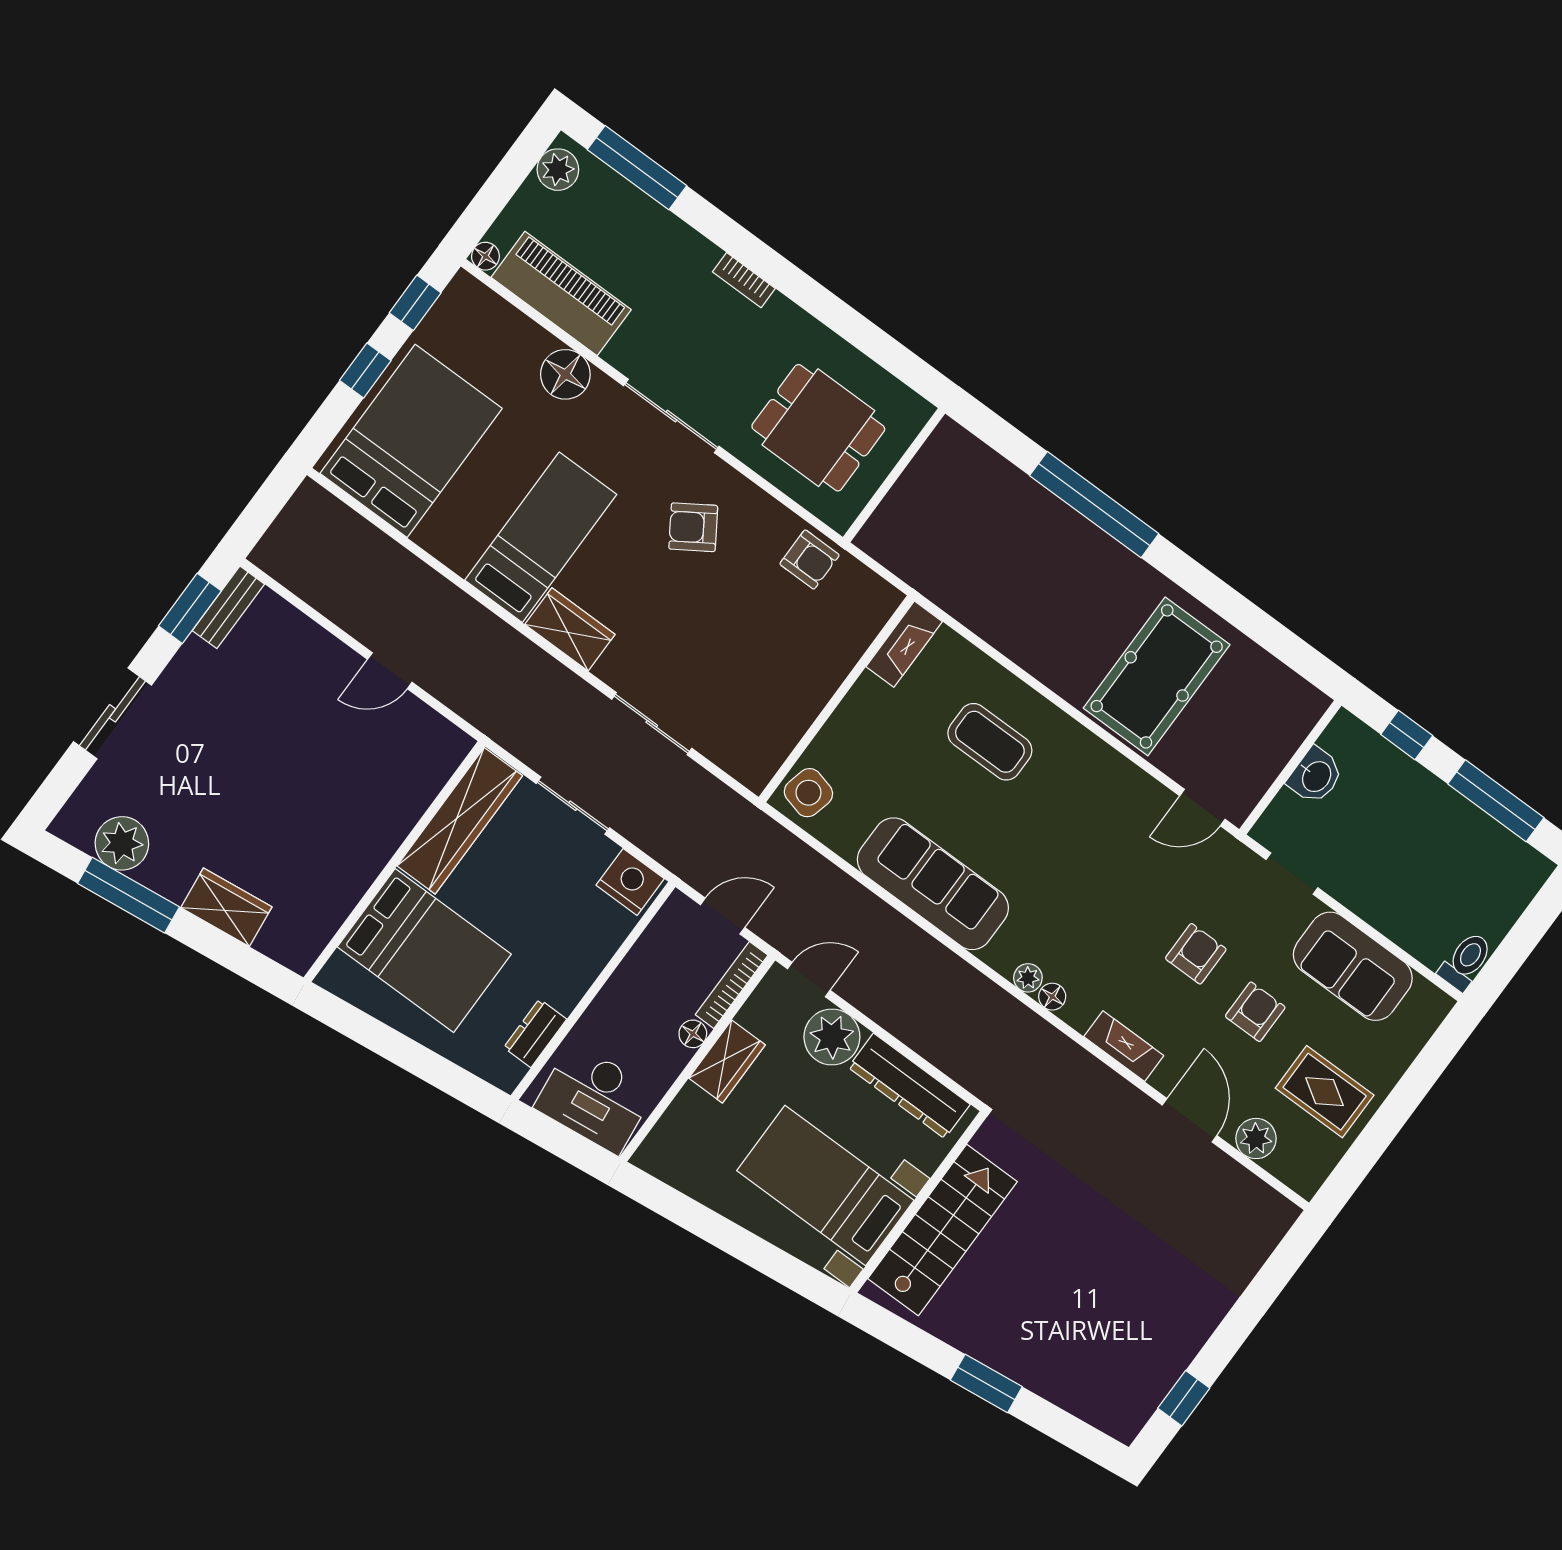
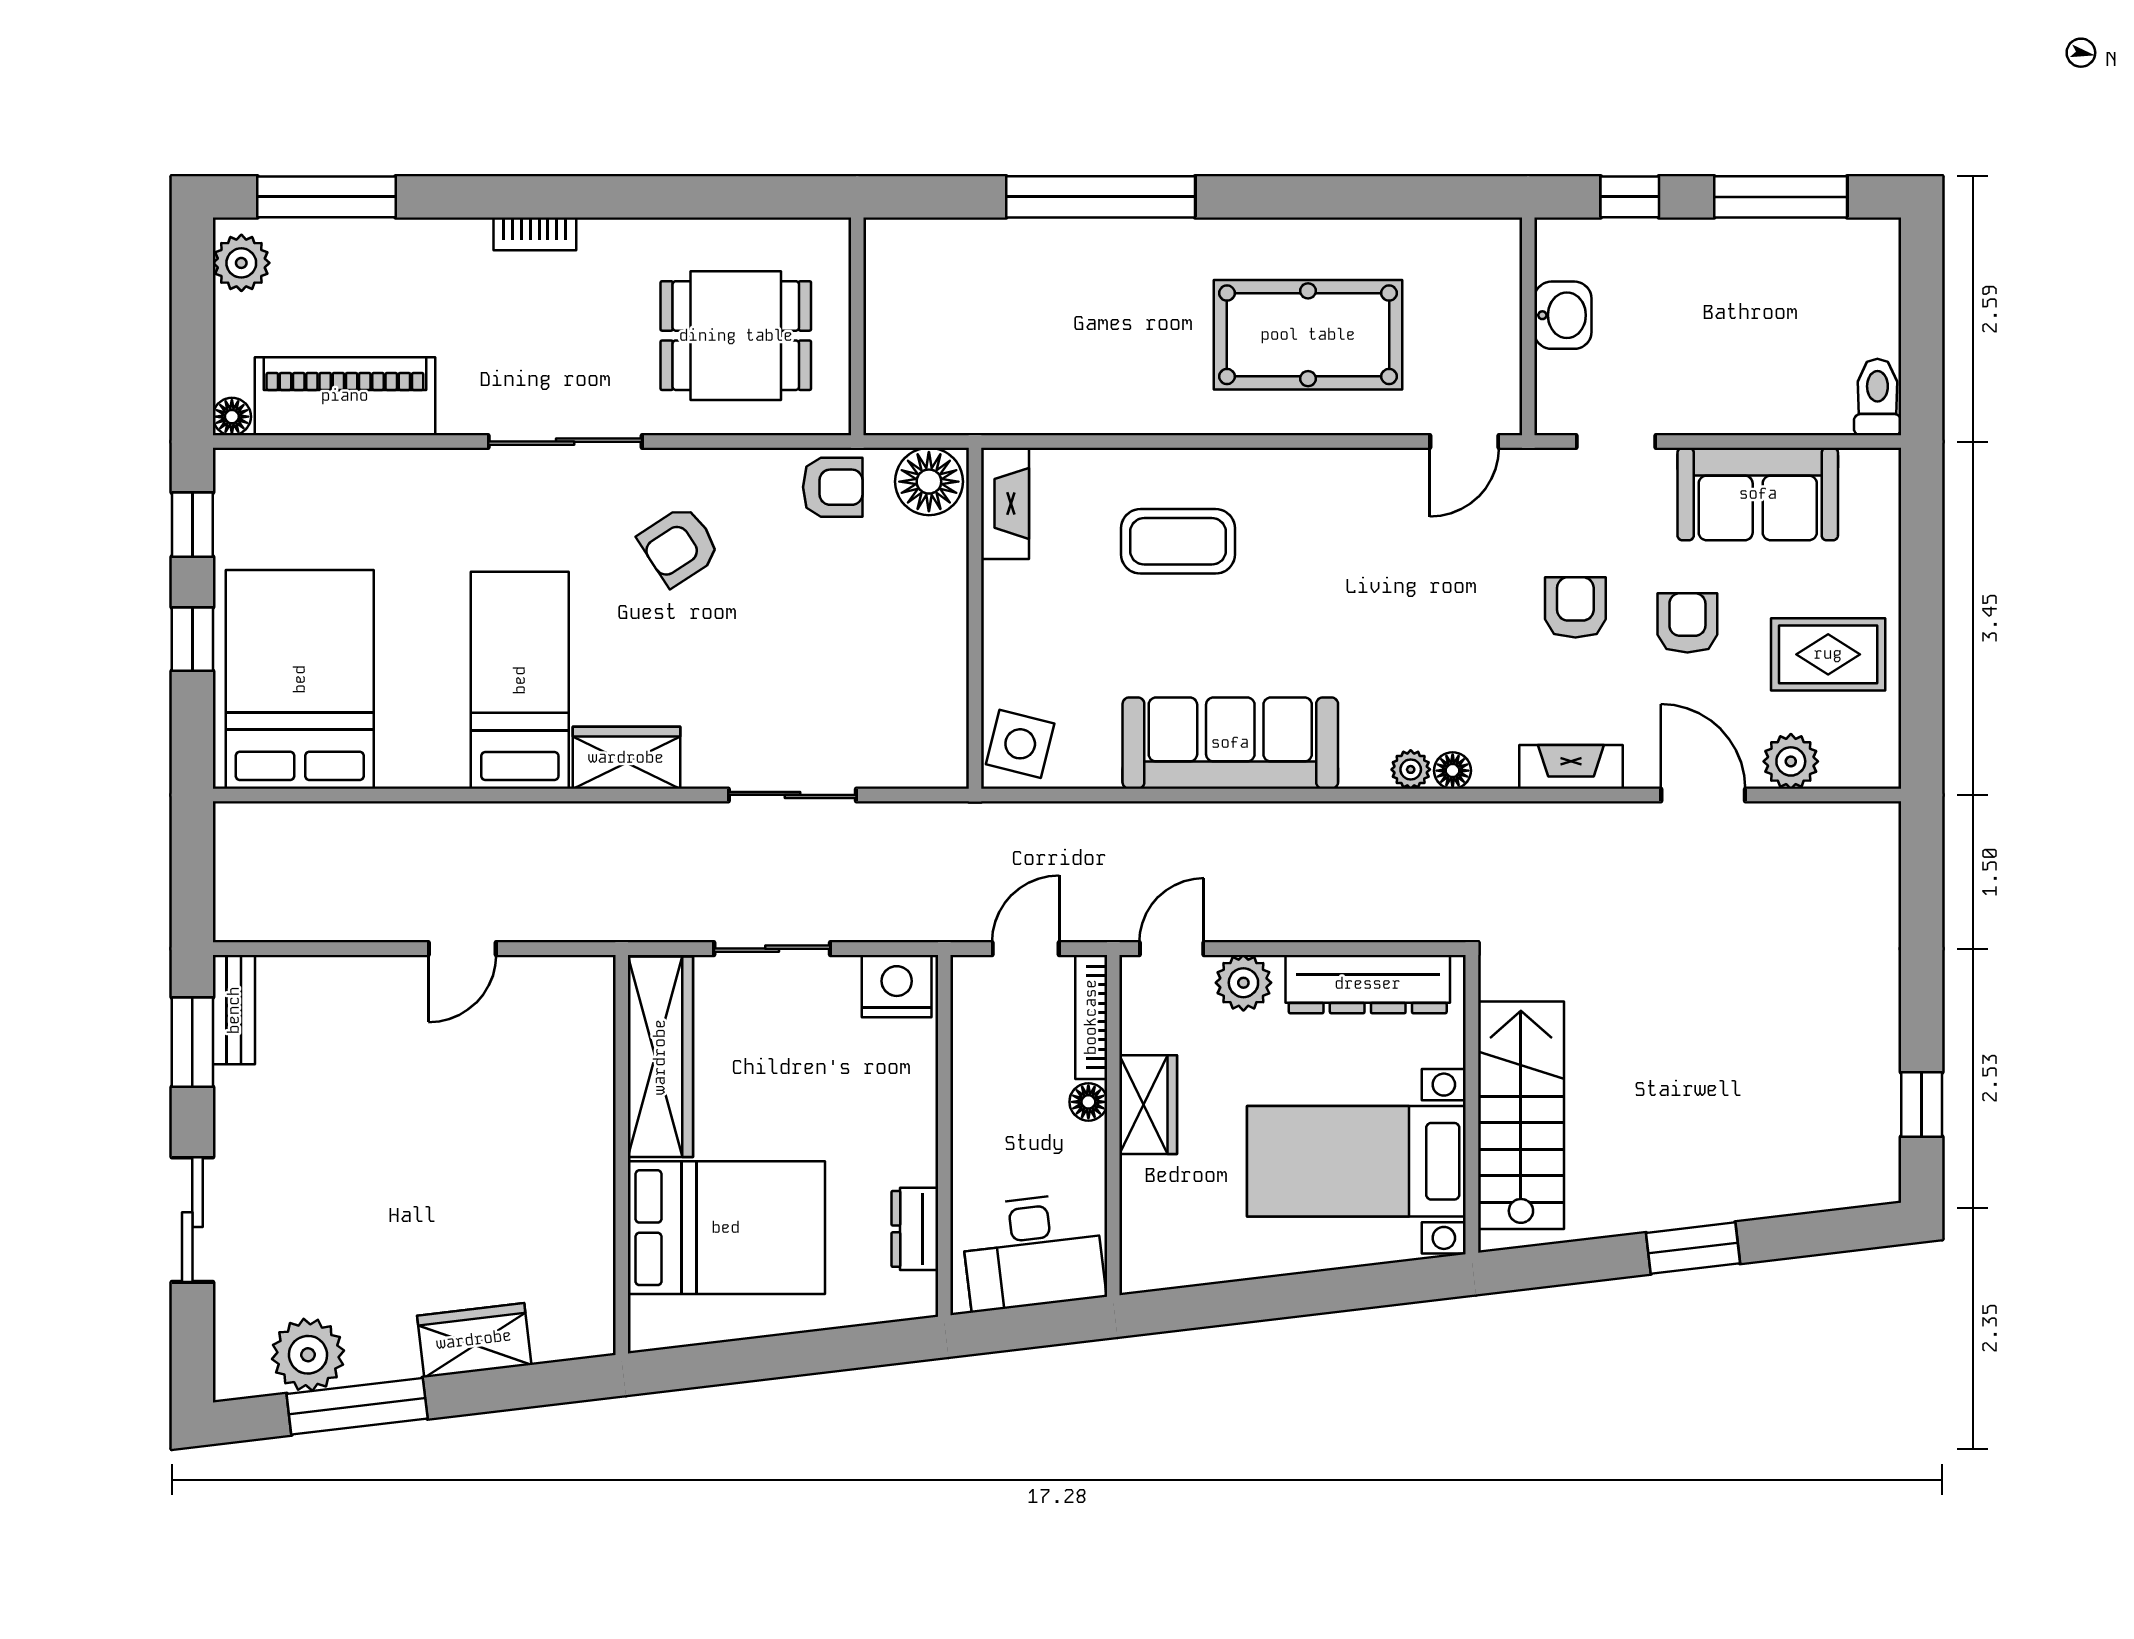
floor lamp: (565, 374) -> (929, 482), moved
pool table: (1157, 676) -> (1308, 335), turned 90
plant: (832, 1037) -> (1243, 983), width x0.73, depth x0.73

